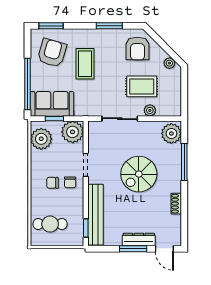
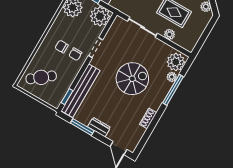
plant: (176, 150) -> (172, 77), added
spiral stairs: (139, 174) -> (132, 79), turned 180
cafe table: (50, 224) -> (41, 77), turned -38
dresser: (139, 240) -> (99, 127), width x0.70
window: (133, 249) -> (82, 127), moved

